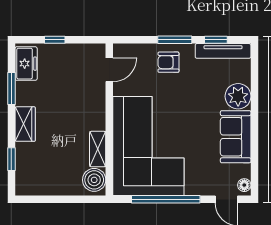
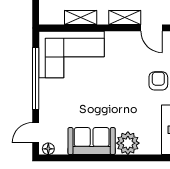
shelving: (98, 100) -> (125, 18), added
corner sofa: (148, 146) -> (71, 55), width x0.73, depth x0.74
boiler: (94, 180) -> (53, 14), removed

